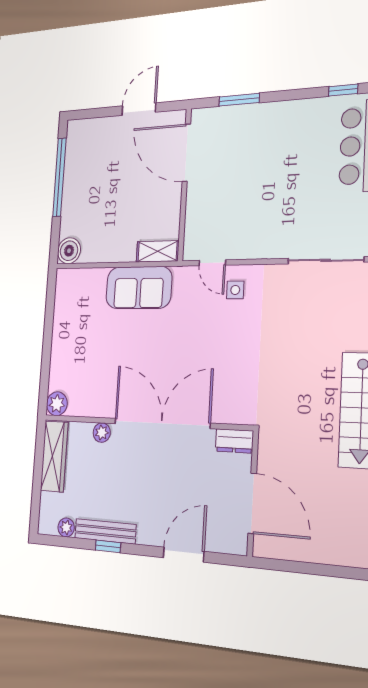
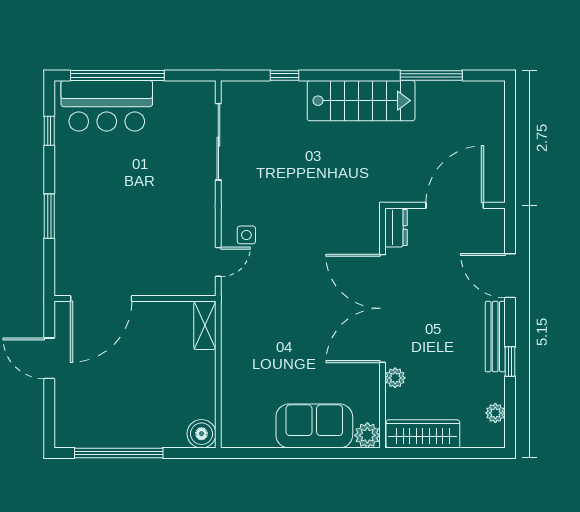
window: (239, 100) -> (49, 216), moved
sofa: (139, 288) -> (314, 426), moved, turned -90
bench: (105, 531) -> (495, 337), moved

